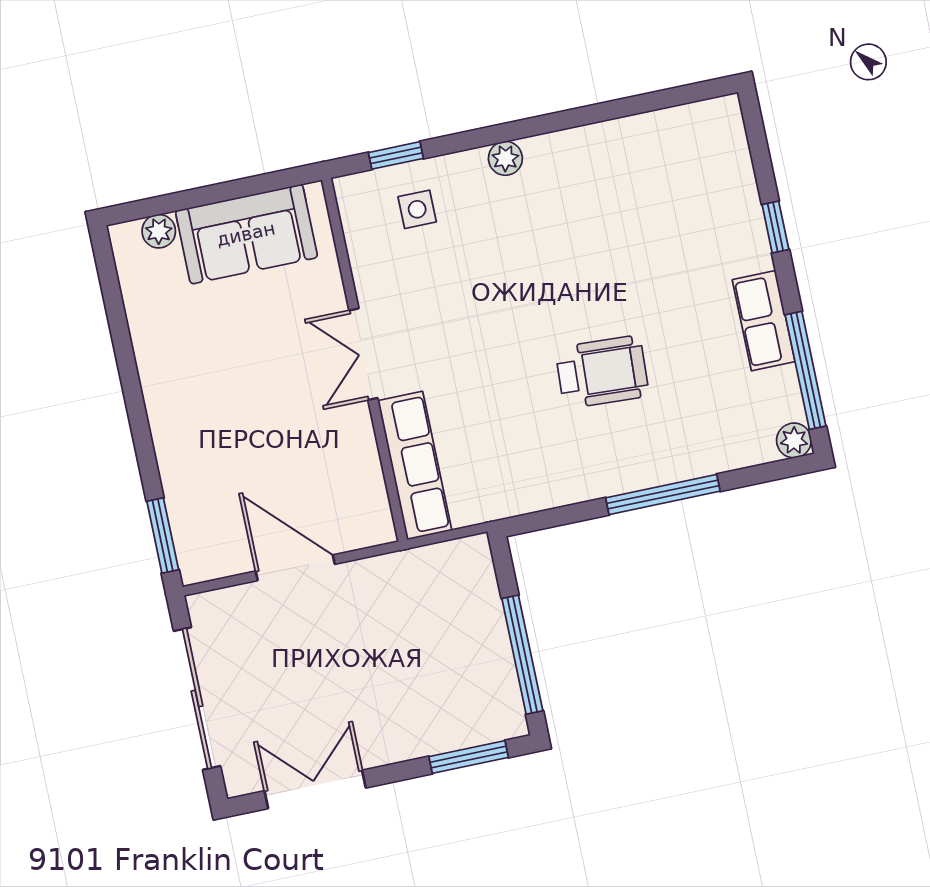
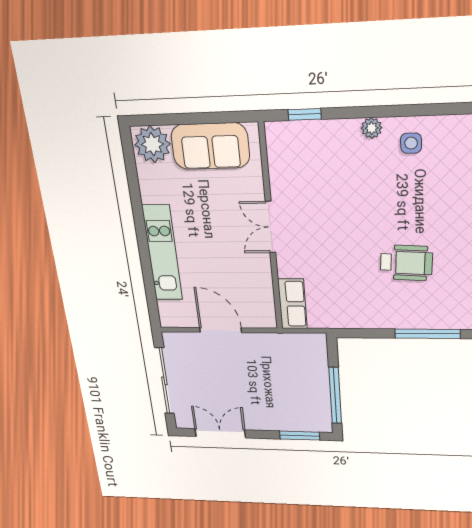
side table: (417, 209) -> (411, 143), moved
plant: (159, 231) -> (152, 144), width x1.88, depth x1.88
kitchen unit: (177, 440) -> (162, 253), added
row of seats: (415, 465) -> (292, 304), width x0.68
window: (163, 535) -> (152, 300), removed

